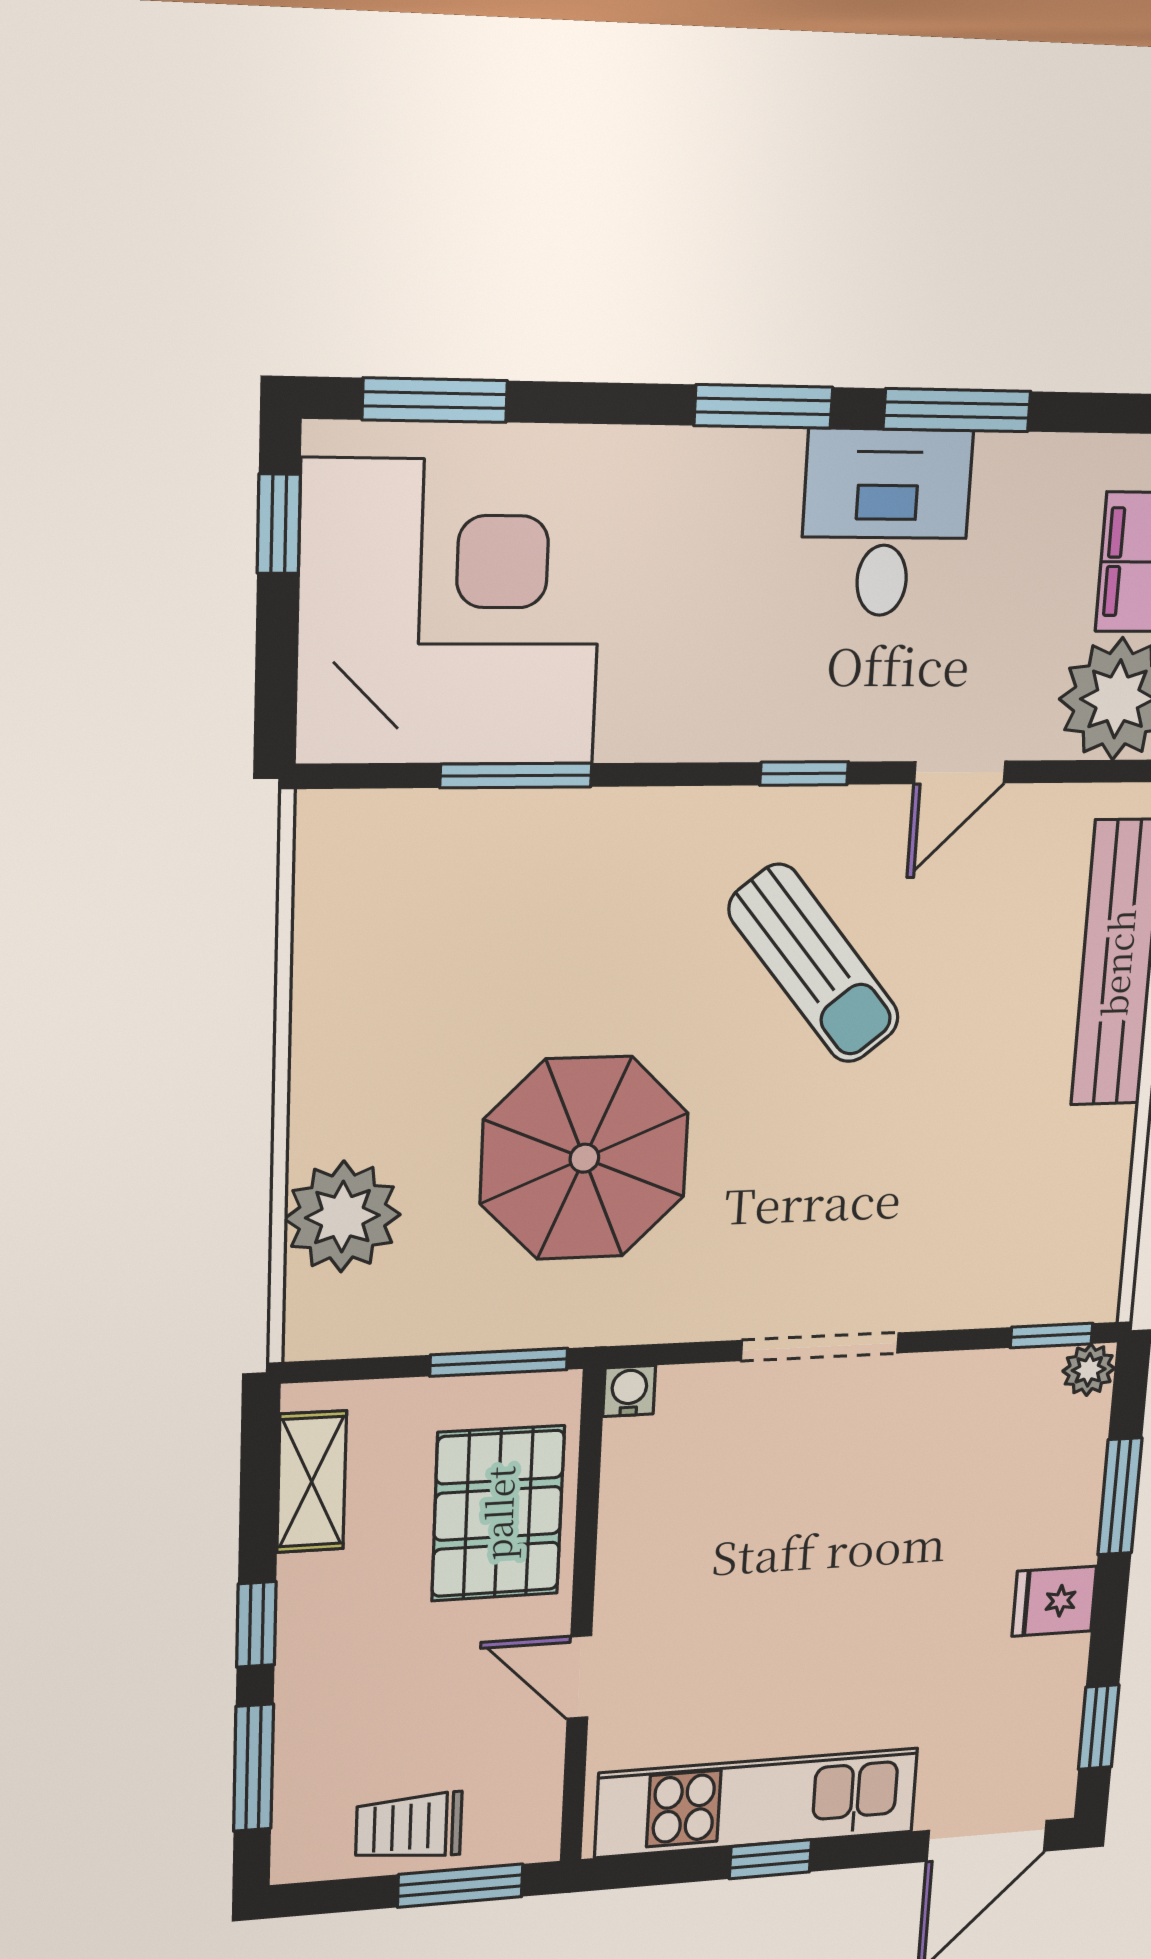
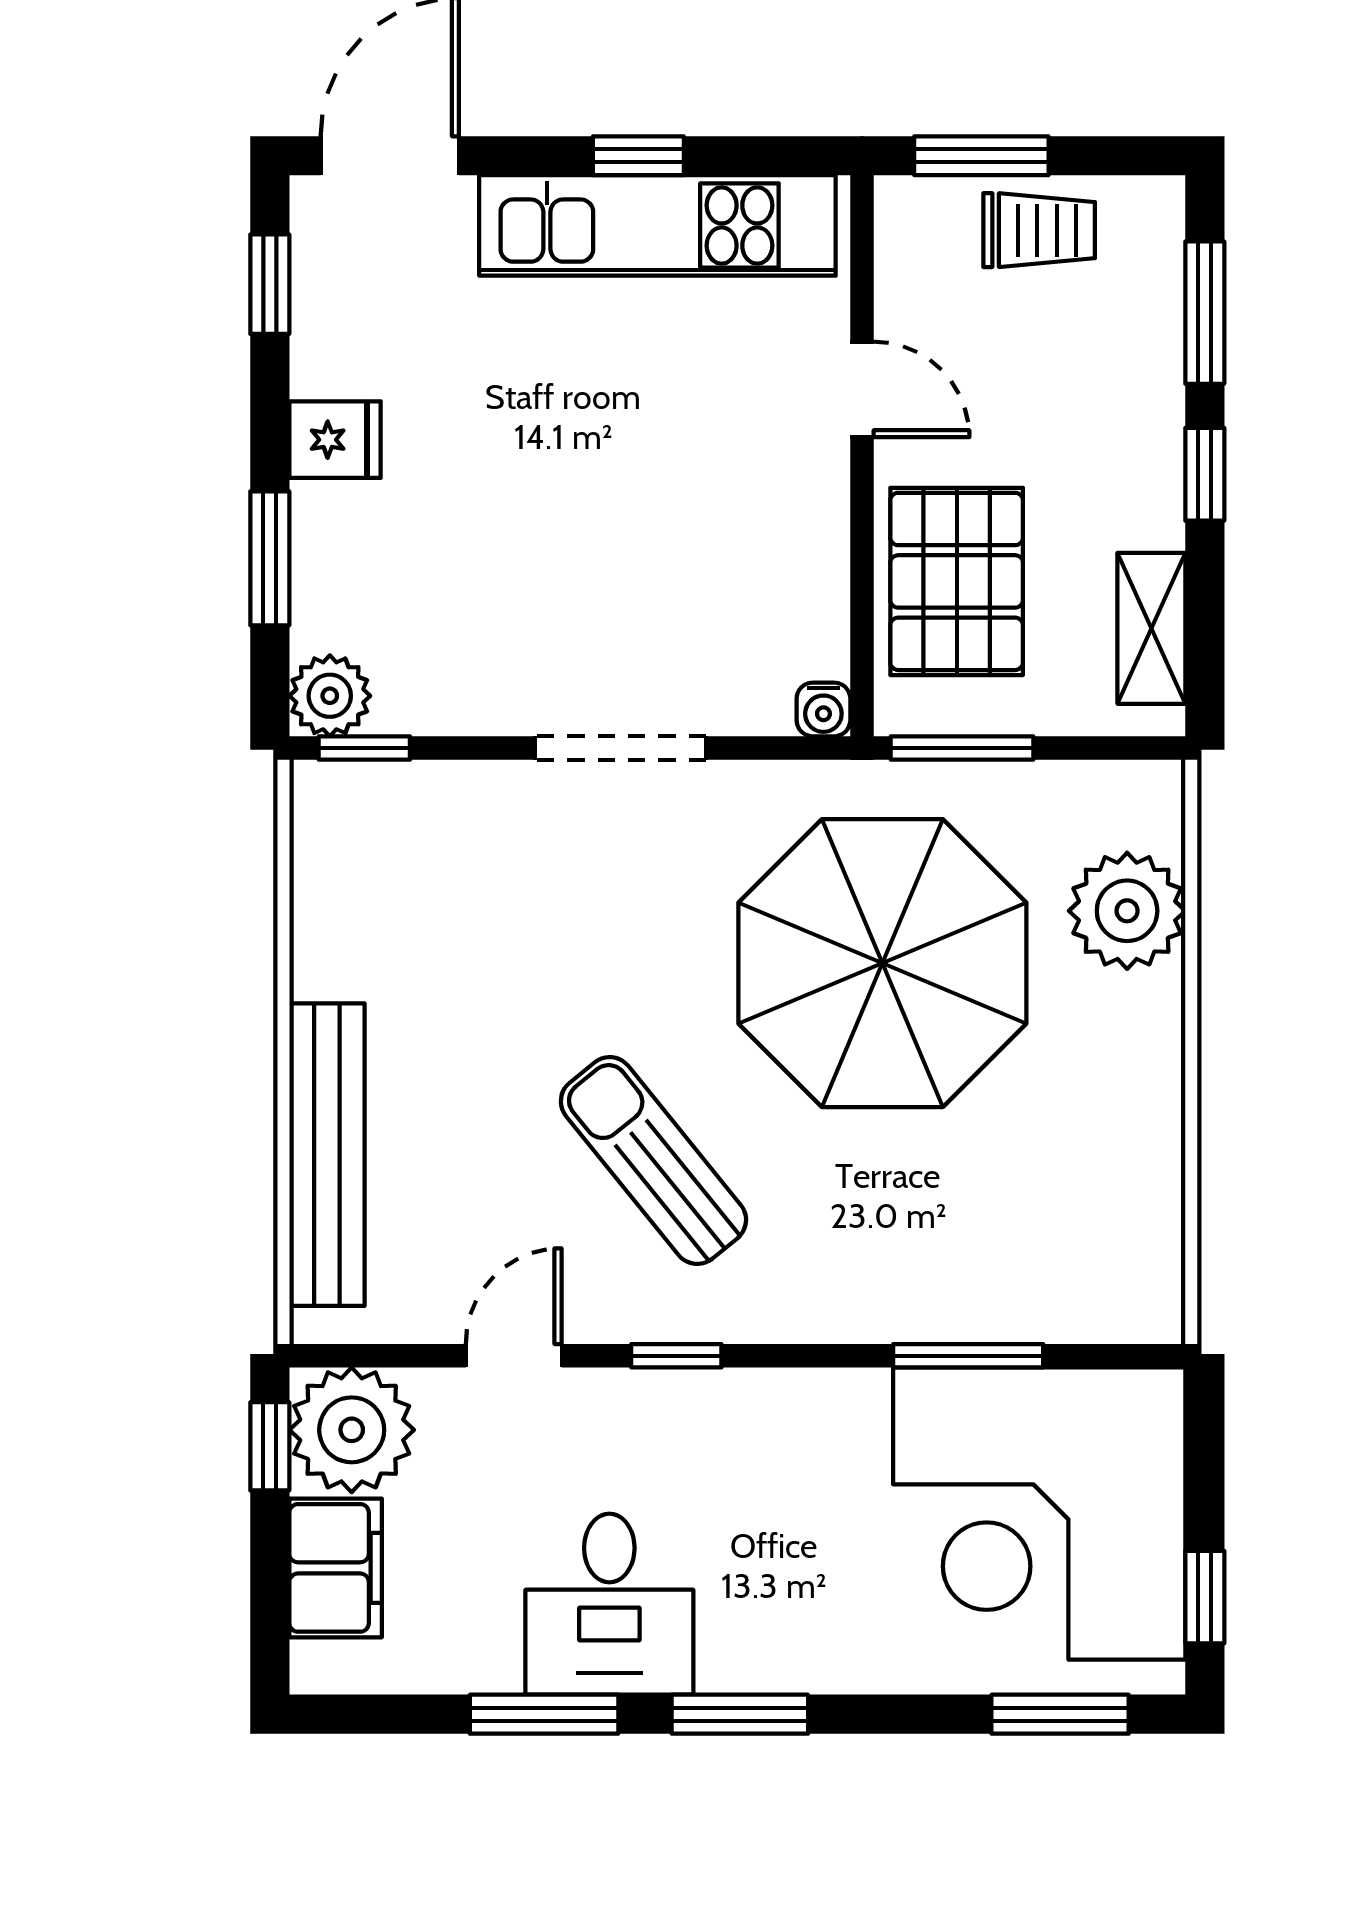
parasol: (584, 1158) -> (882, 963), width x1.36, depth x1.36
plant: (1089, 1370) -> (330, 696), width x1.38, depth x1.38

